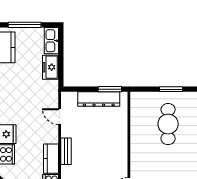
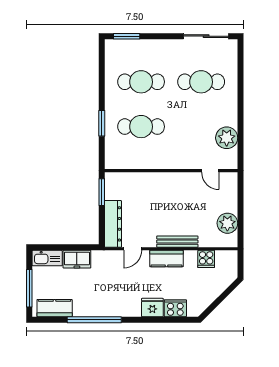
dresser: (99, 99) -> (113, 224), moved
bench: (66, 151) -> (177, 242), width x1.36
kitchen counter: (51, 159) -> (166, 259), moved

